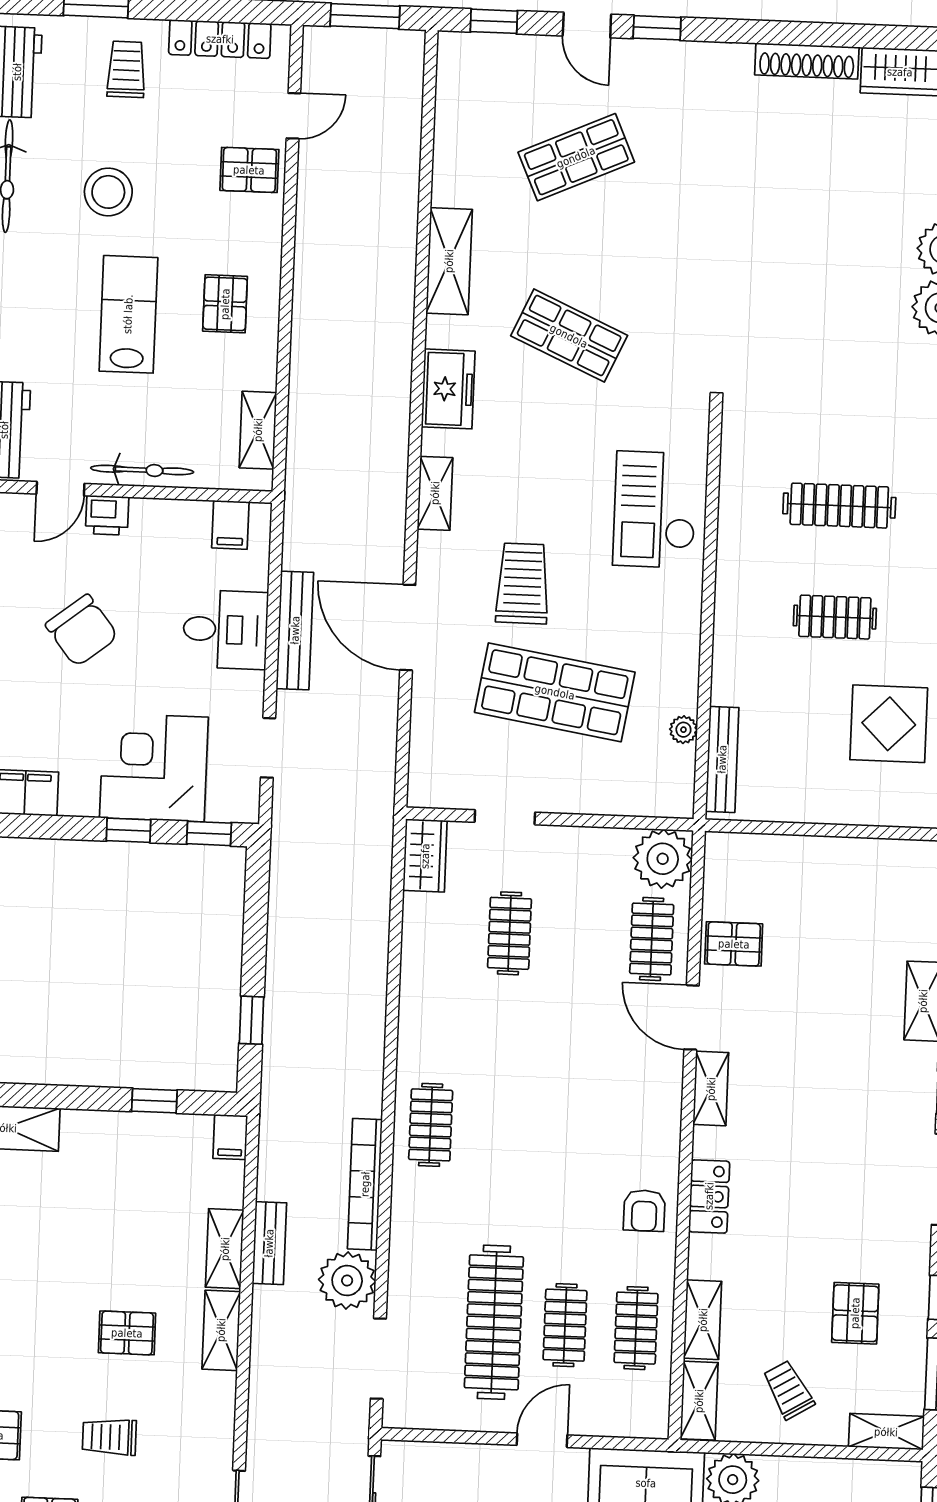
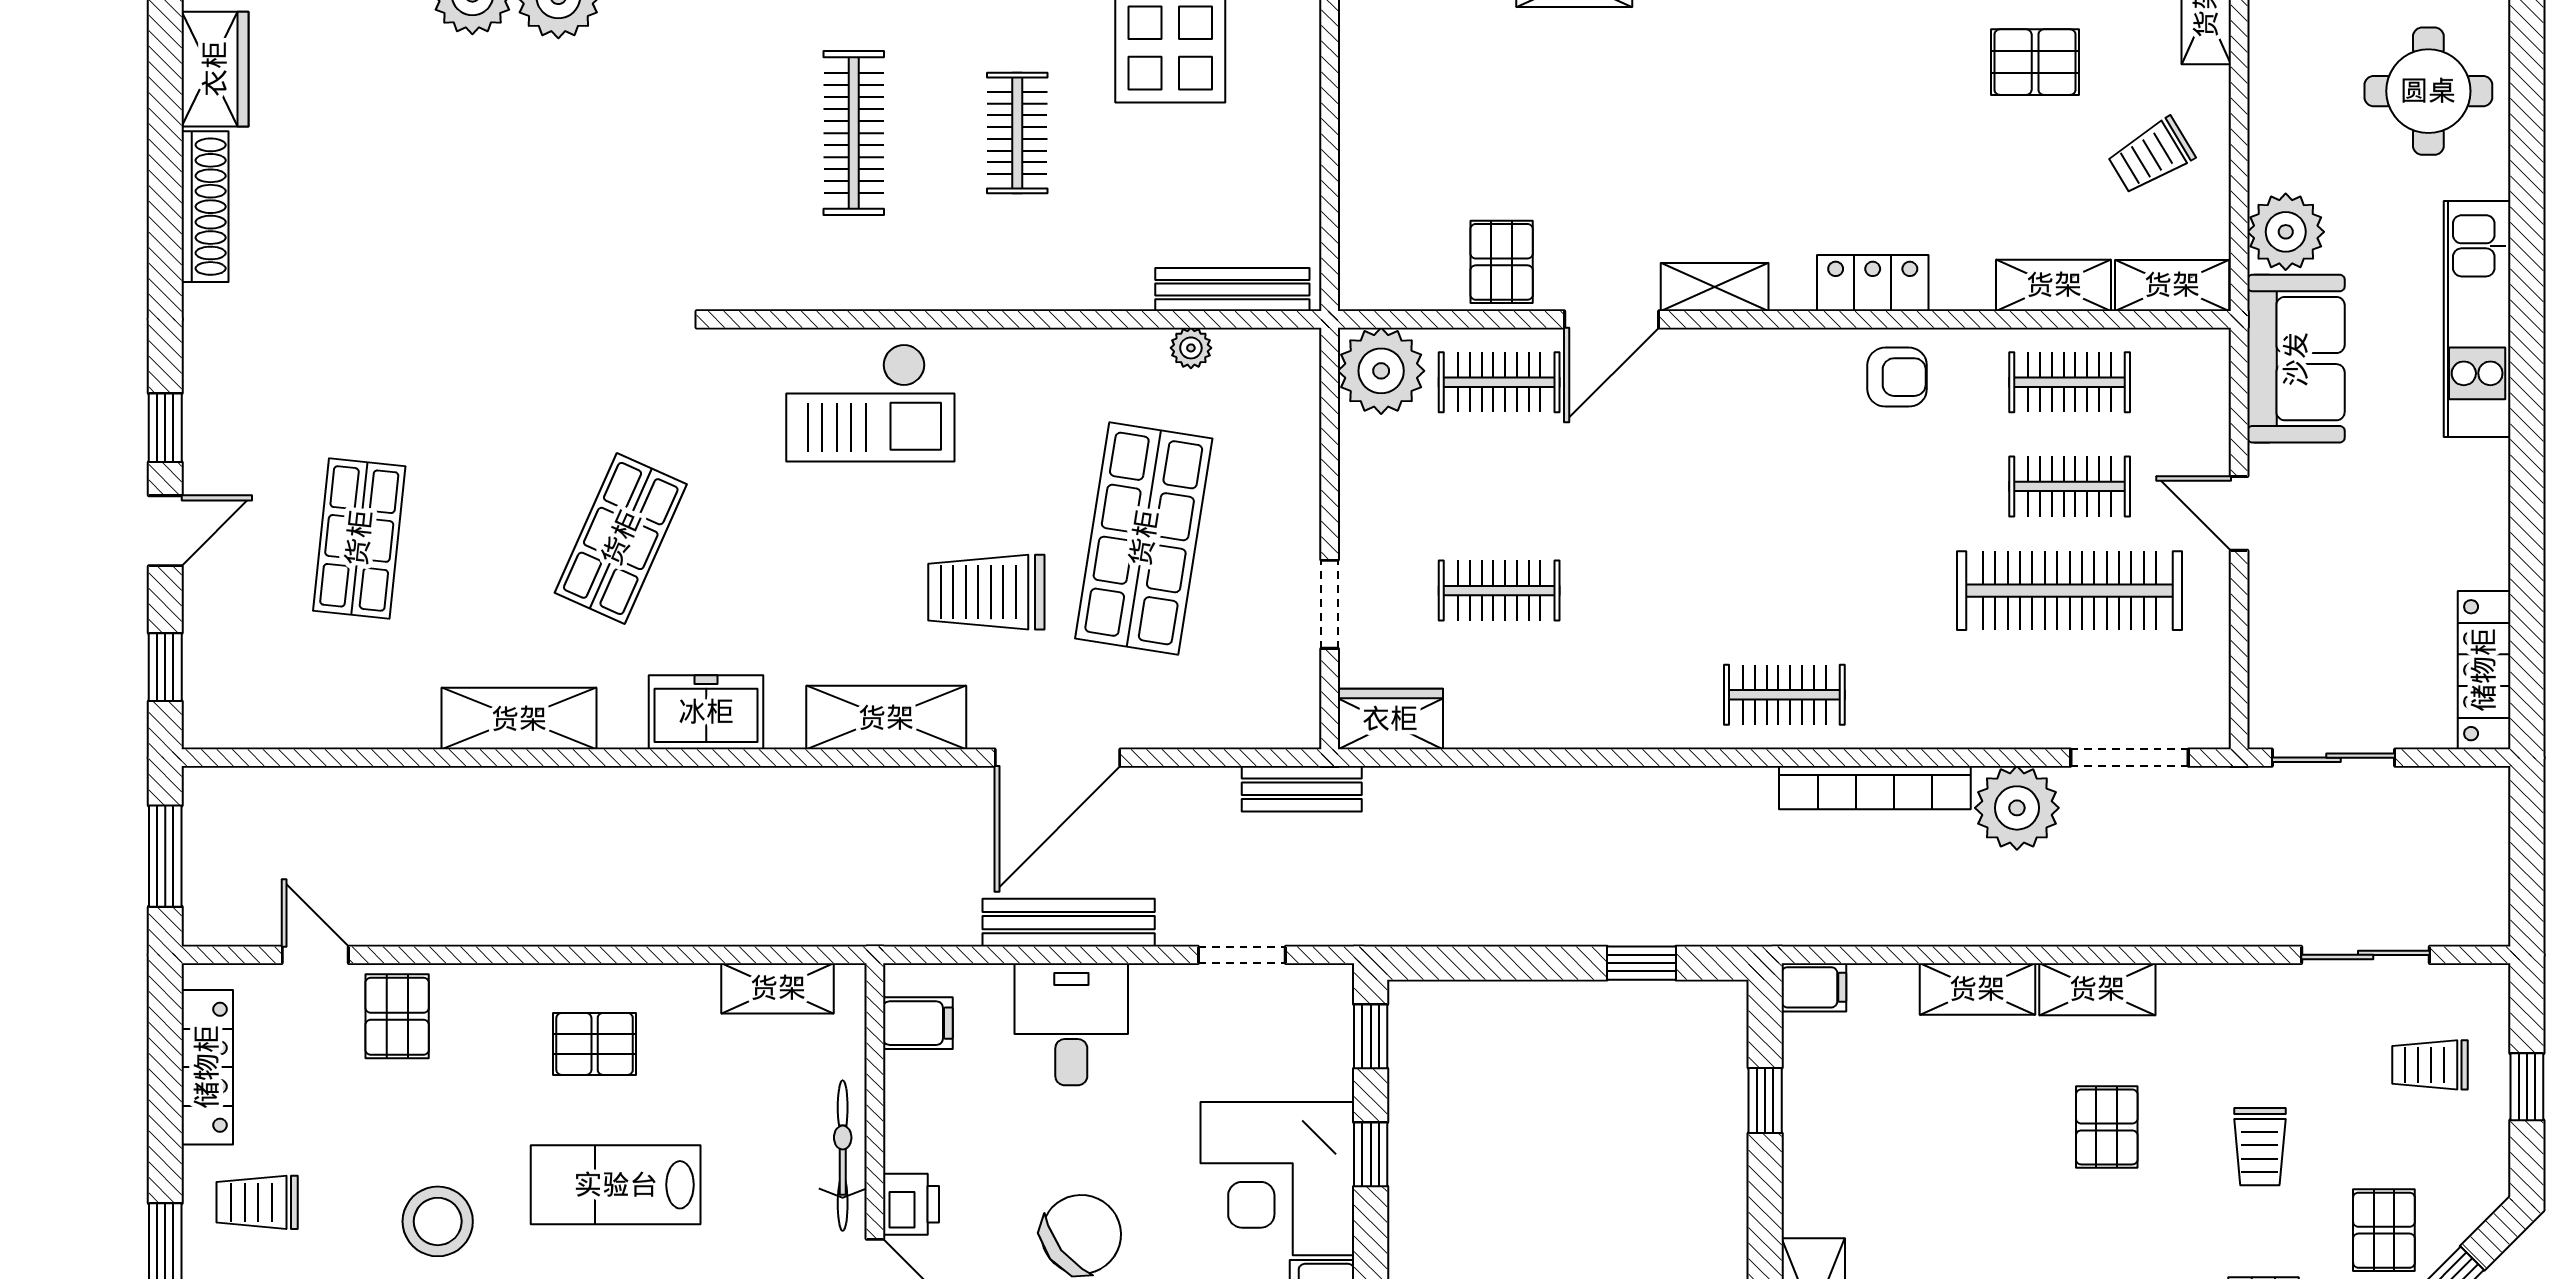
shop shelf: (576, 157) -> (359, 538), turned 30
shelving: (435, 493) -> (886, 718), width x1.50, depth x1.33
corner desk: (154, 768) -> (1277, 1179), moved
bench: (269, 1243) -> (1302, 789), moved

